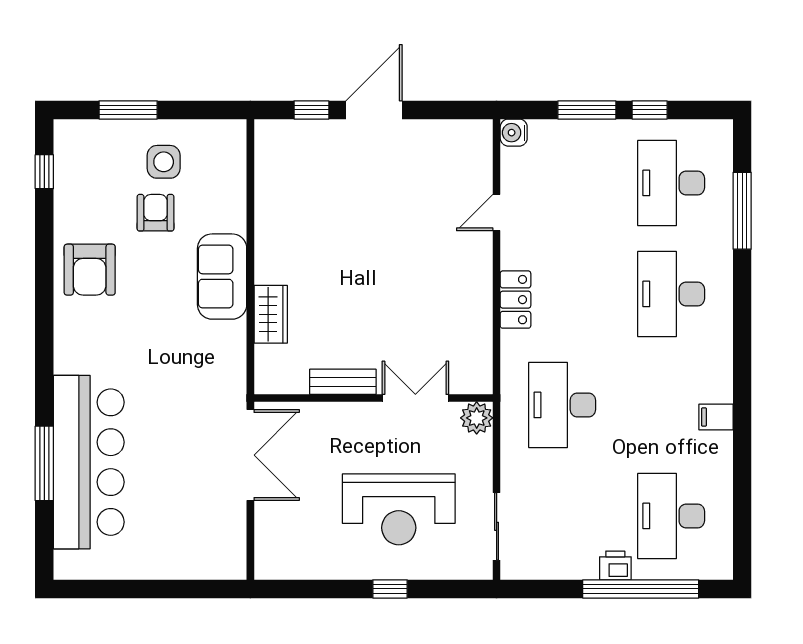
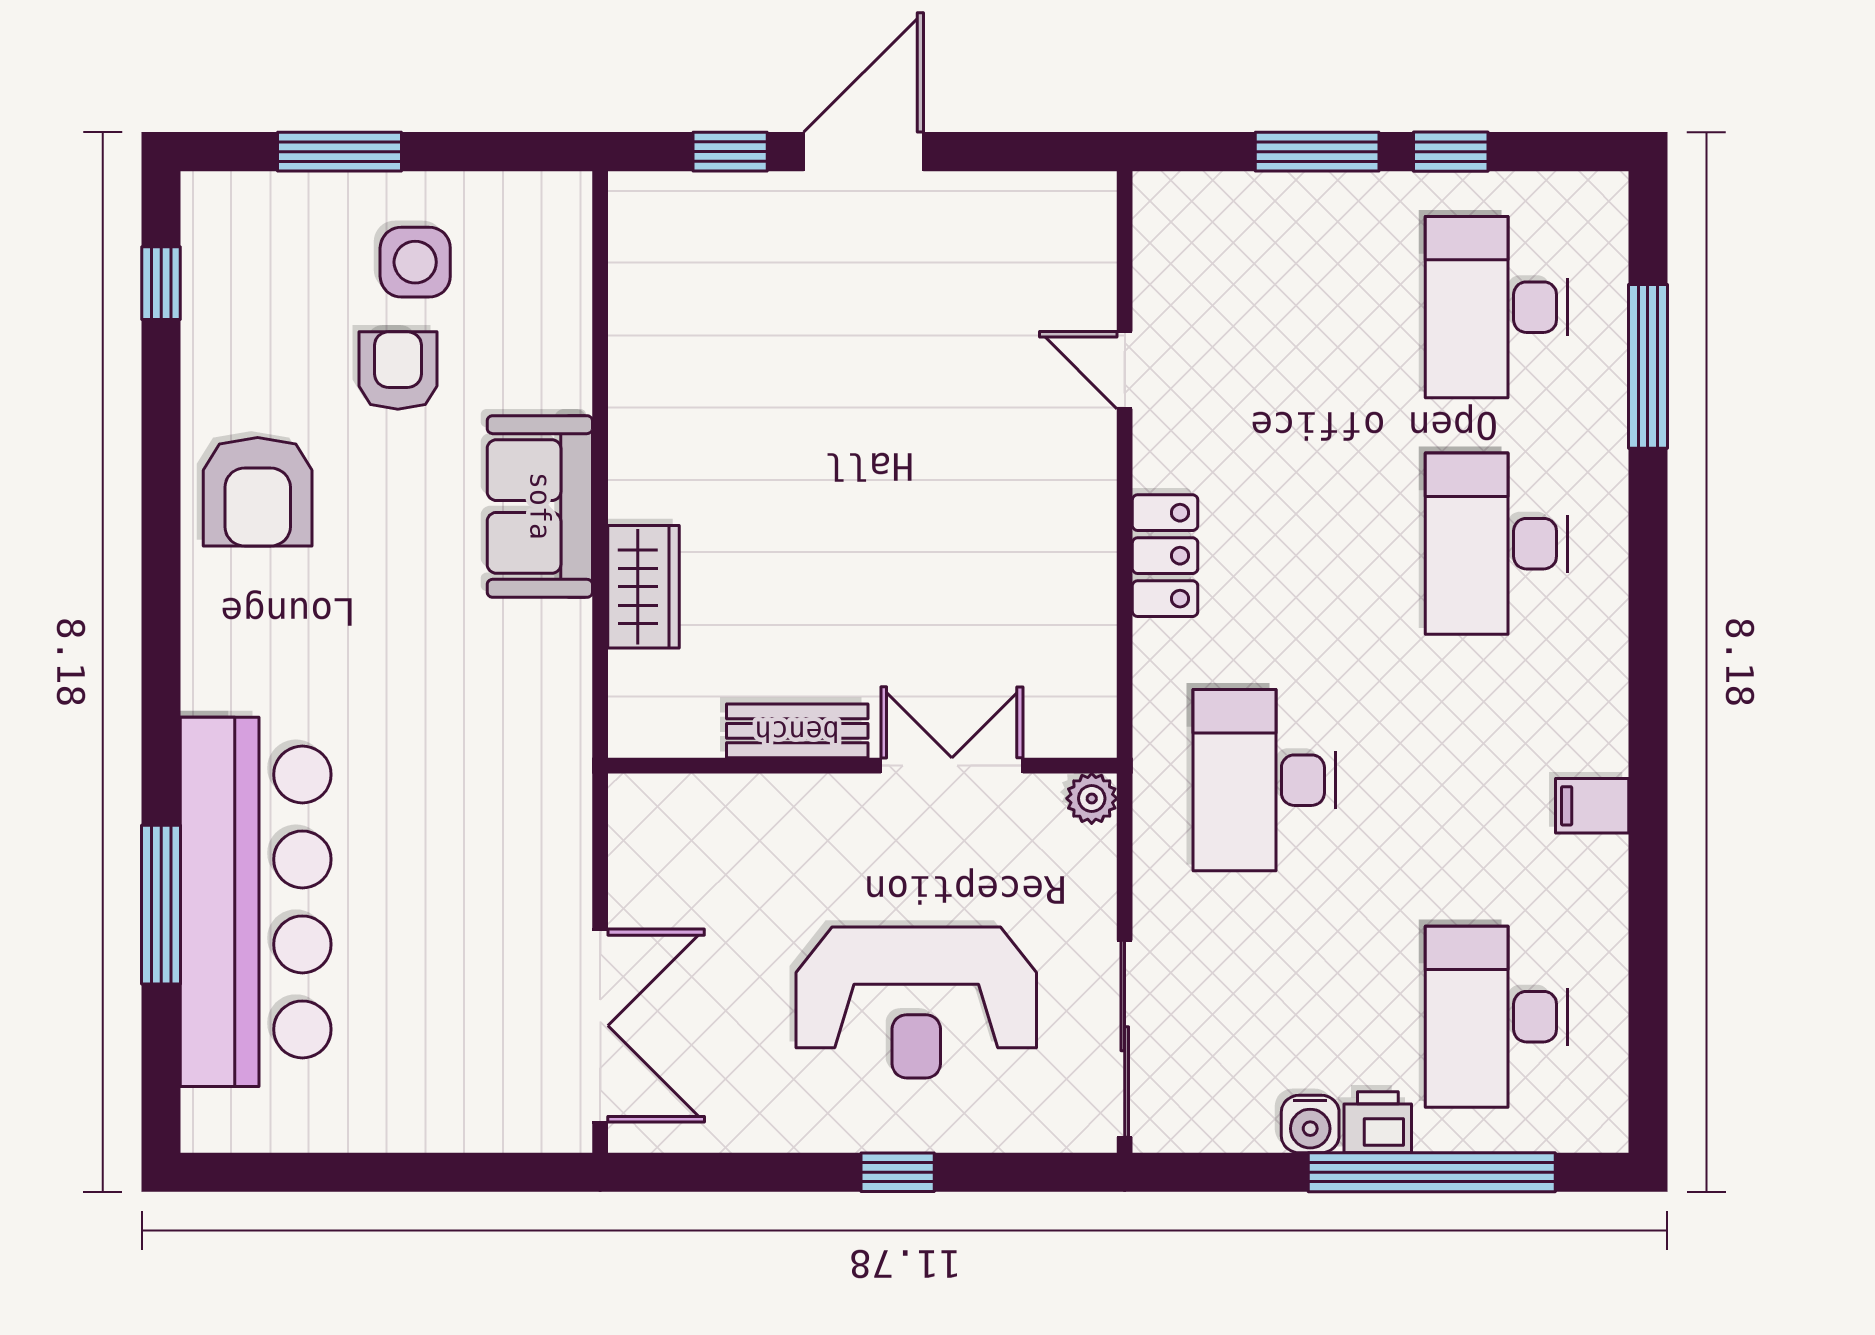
water cooler: (514, 133) -> (1310, 1124), moved, turned -90
door: (497, 213) -> (1125, 370), hinge flipped
plant: (477, 418) -> (1092, 798), width x0.73, depth x0.73
double door: (250, 455) -> (600, 1026), moved
sliding door: (497, 526) -> (1125, 1039), width x1.37

